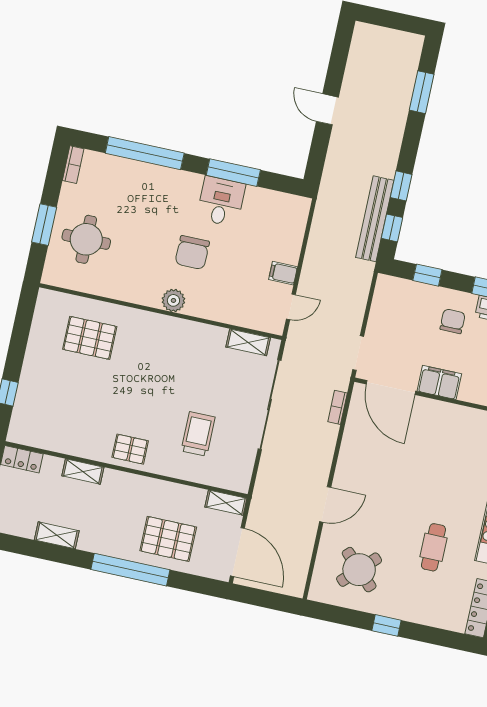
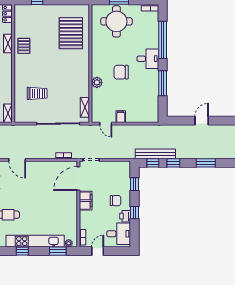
window: (422, 92) -> (206, 163), moved
desk: (221, 201) -> (148, 59), moved
round table: (86, 239) -> (116, 21), width x1.36, depth x1.36
plant: (173, 300) -> (97, 82), moved
pallet: (90, 338) -> (71, 33), width x1.37, depth x1.41
pallet: (130, 449) -> (24, 46), moved

